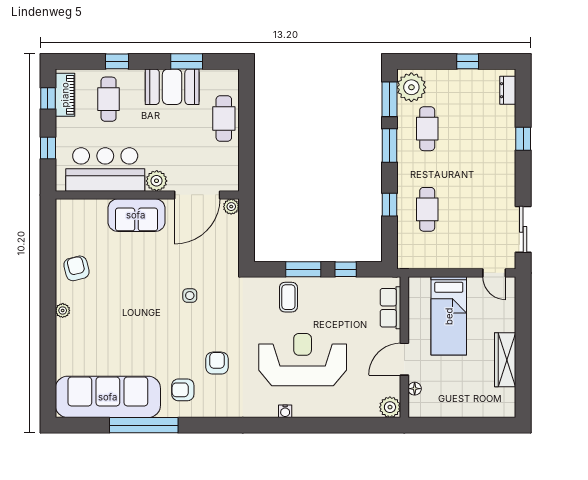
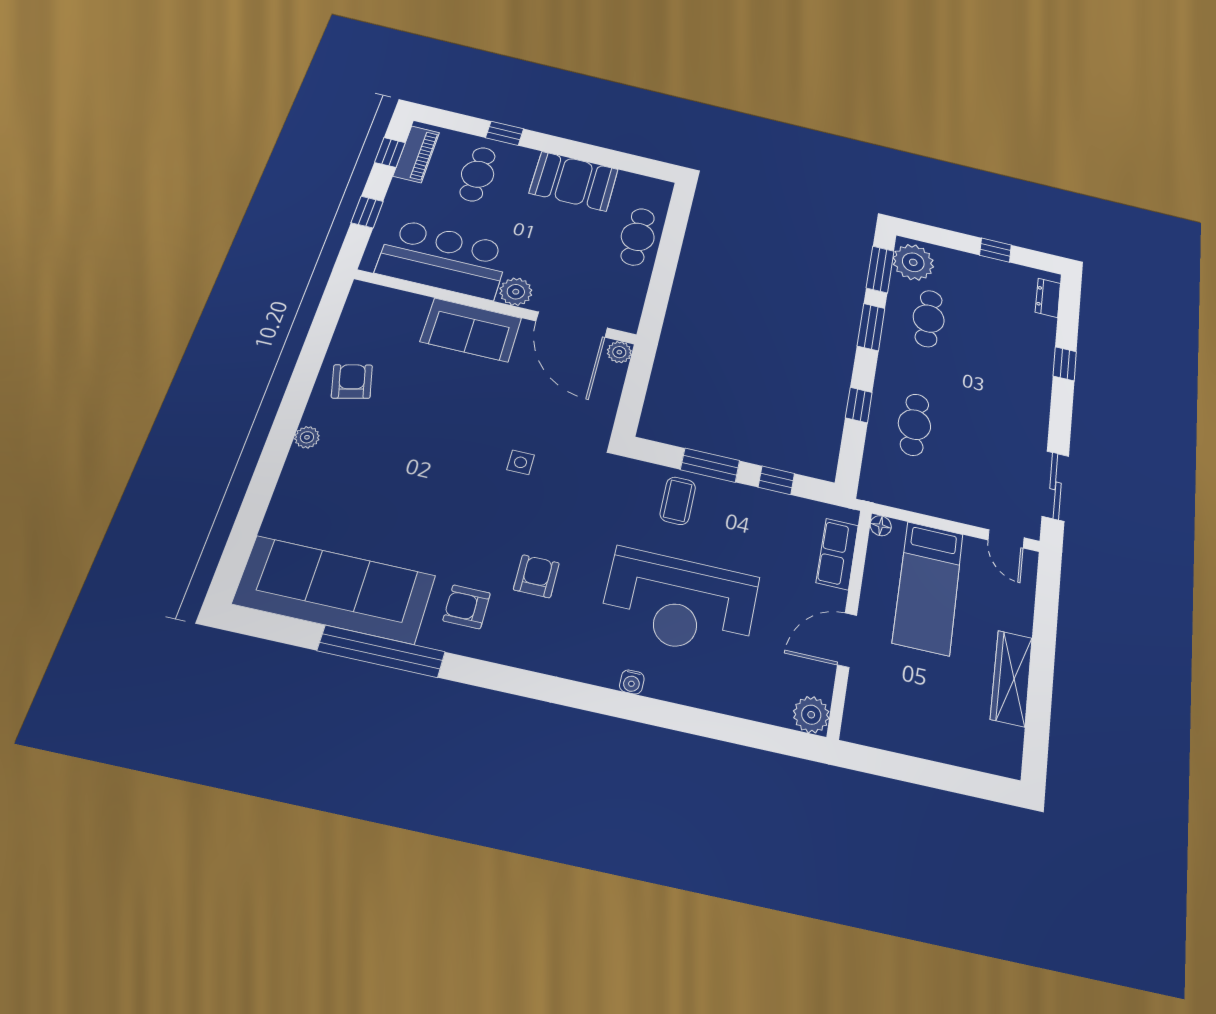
window: (187, 61) -> (603, 157), removed
door: (197, 195) -> (572, 325), hinge flipped
reception desk: (303, 360) -> (680, 603), turned 180
floor lamp: (415, 389) -> (881, 526), moved

